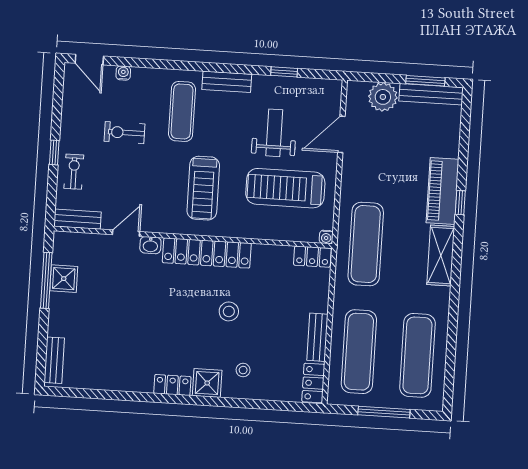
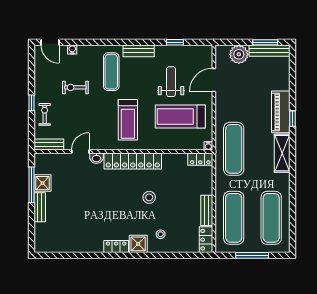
bench: (54, 360) -> (40, 207), moved

